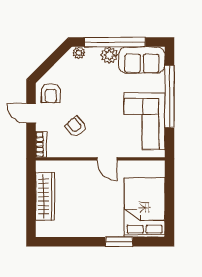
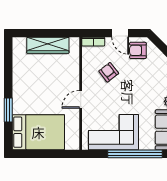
door: (31, 113) -> (120, 33), swing flipped
armchair: (76, 127) -> (109, 72), turned -87

